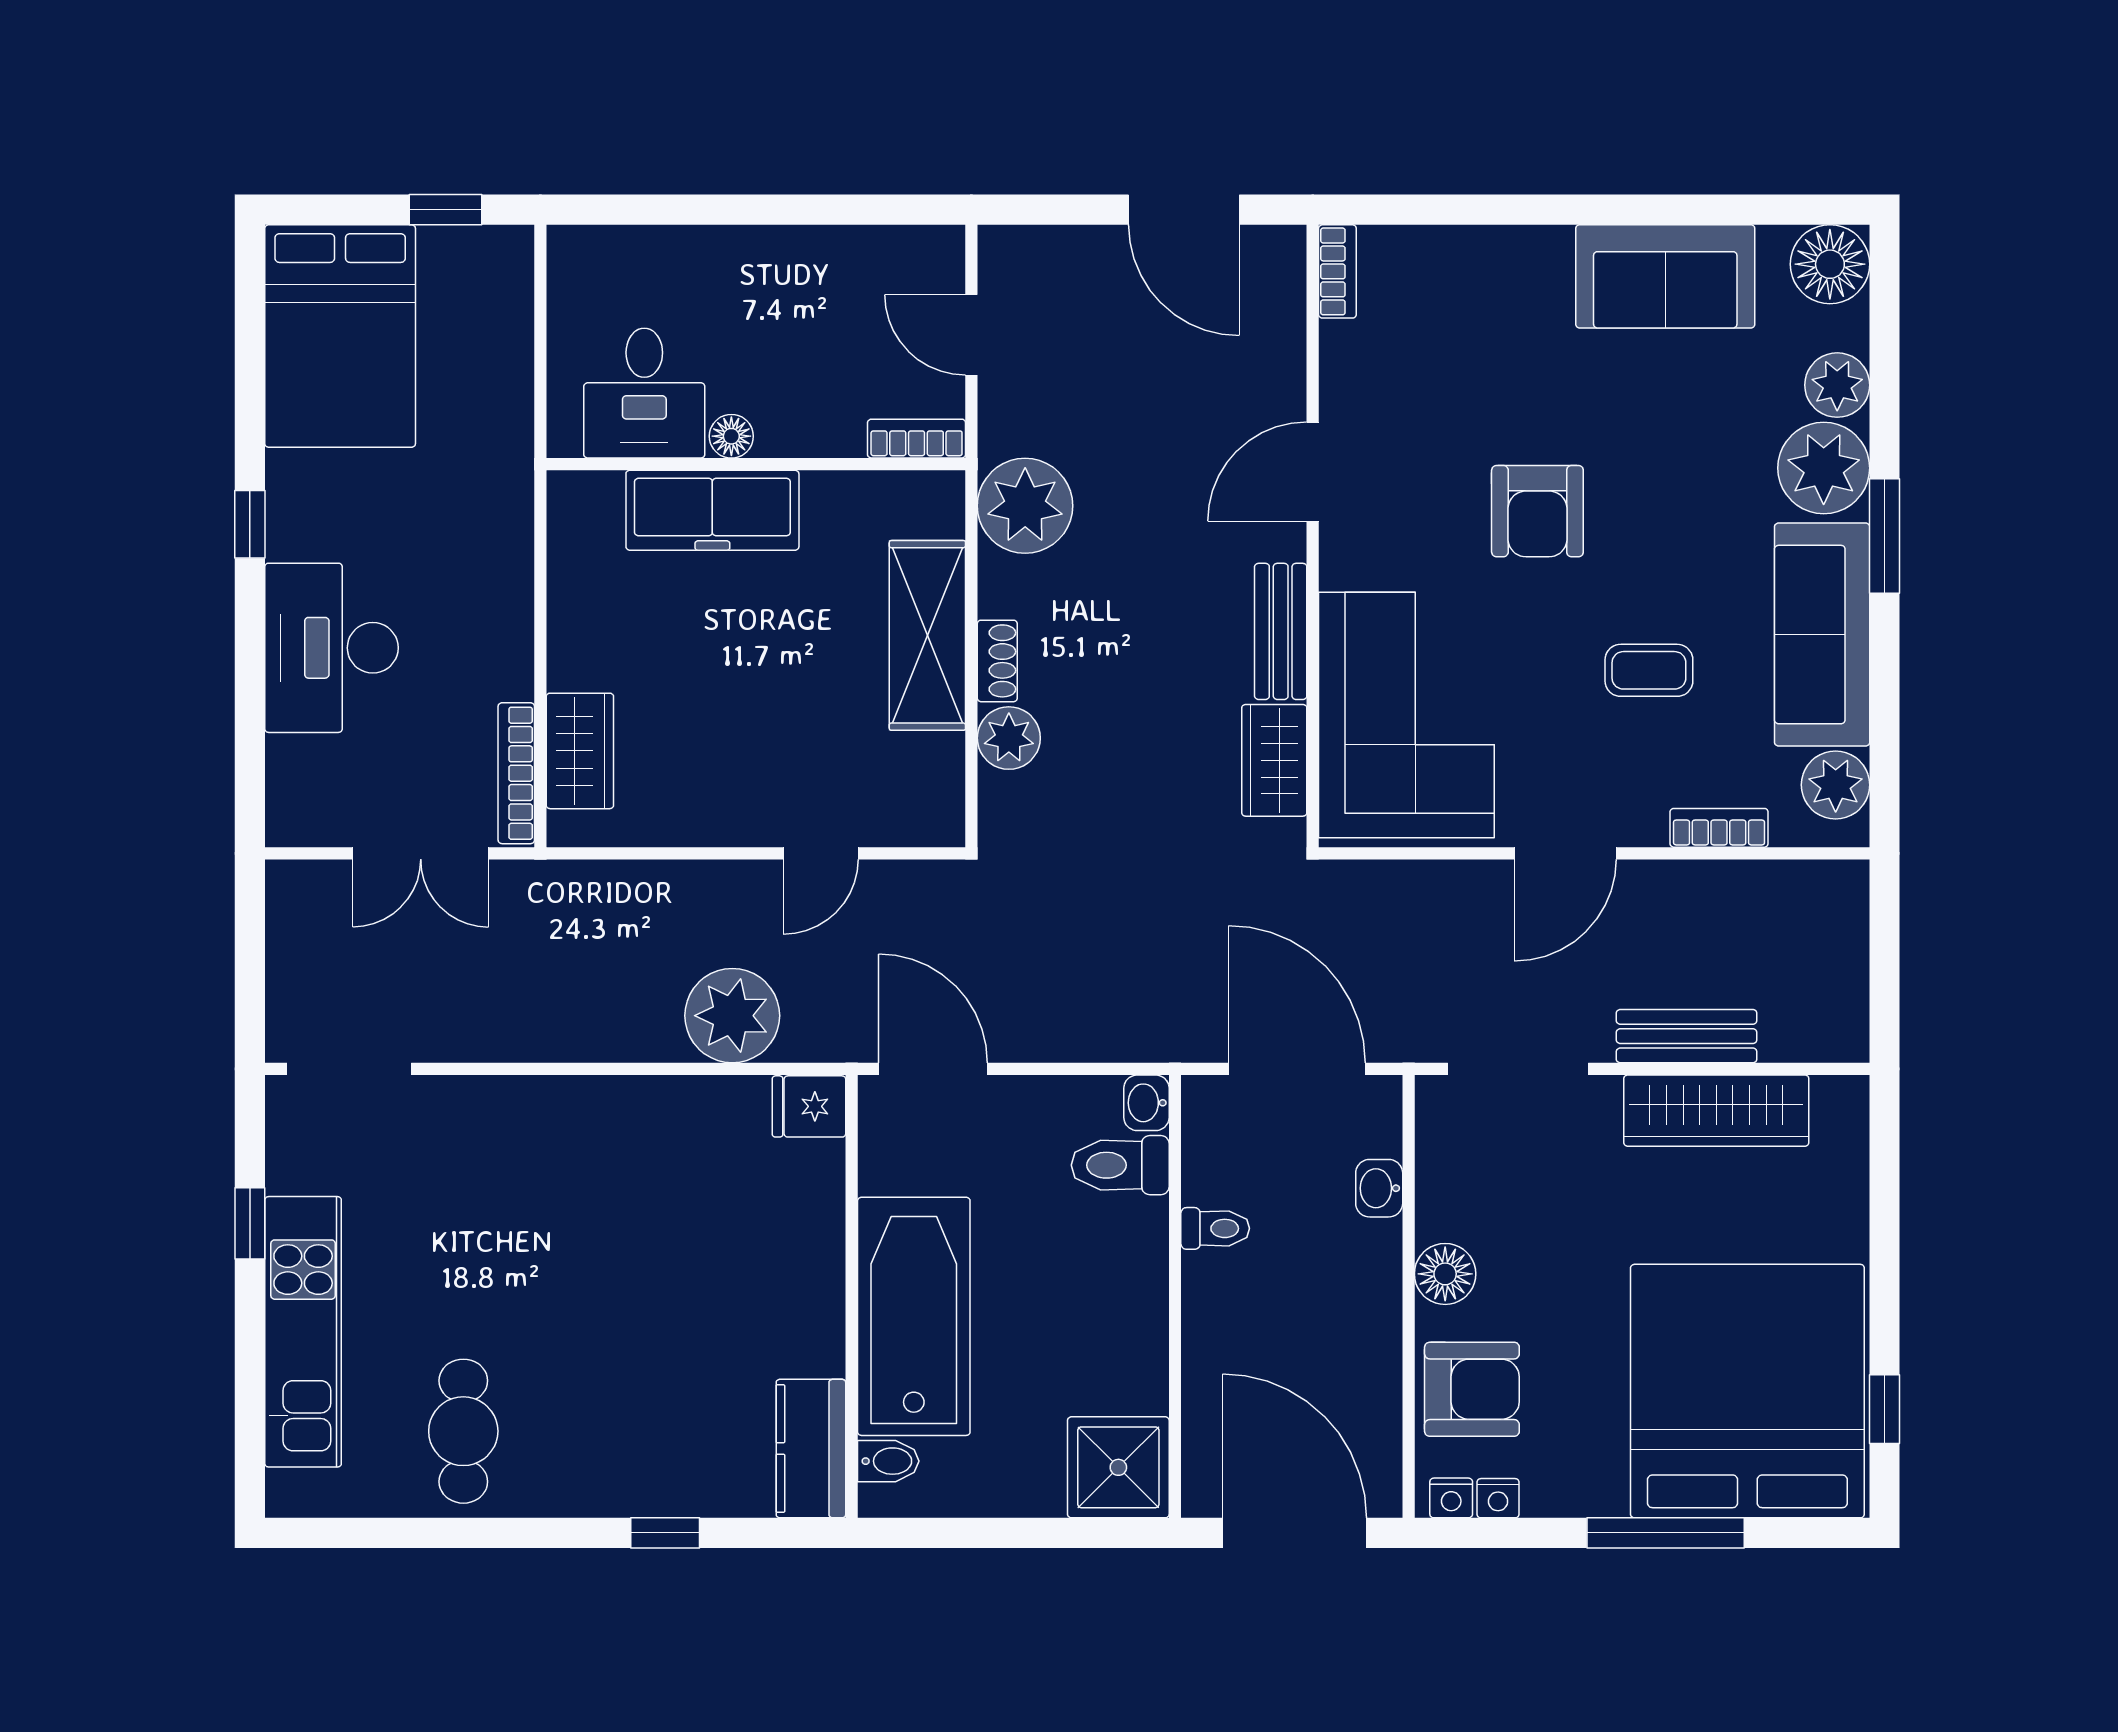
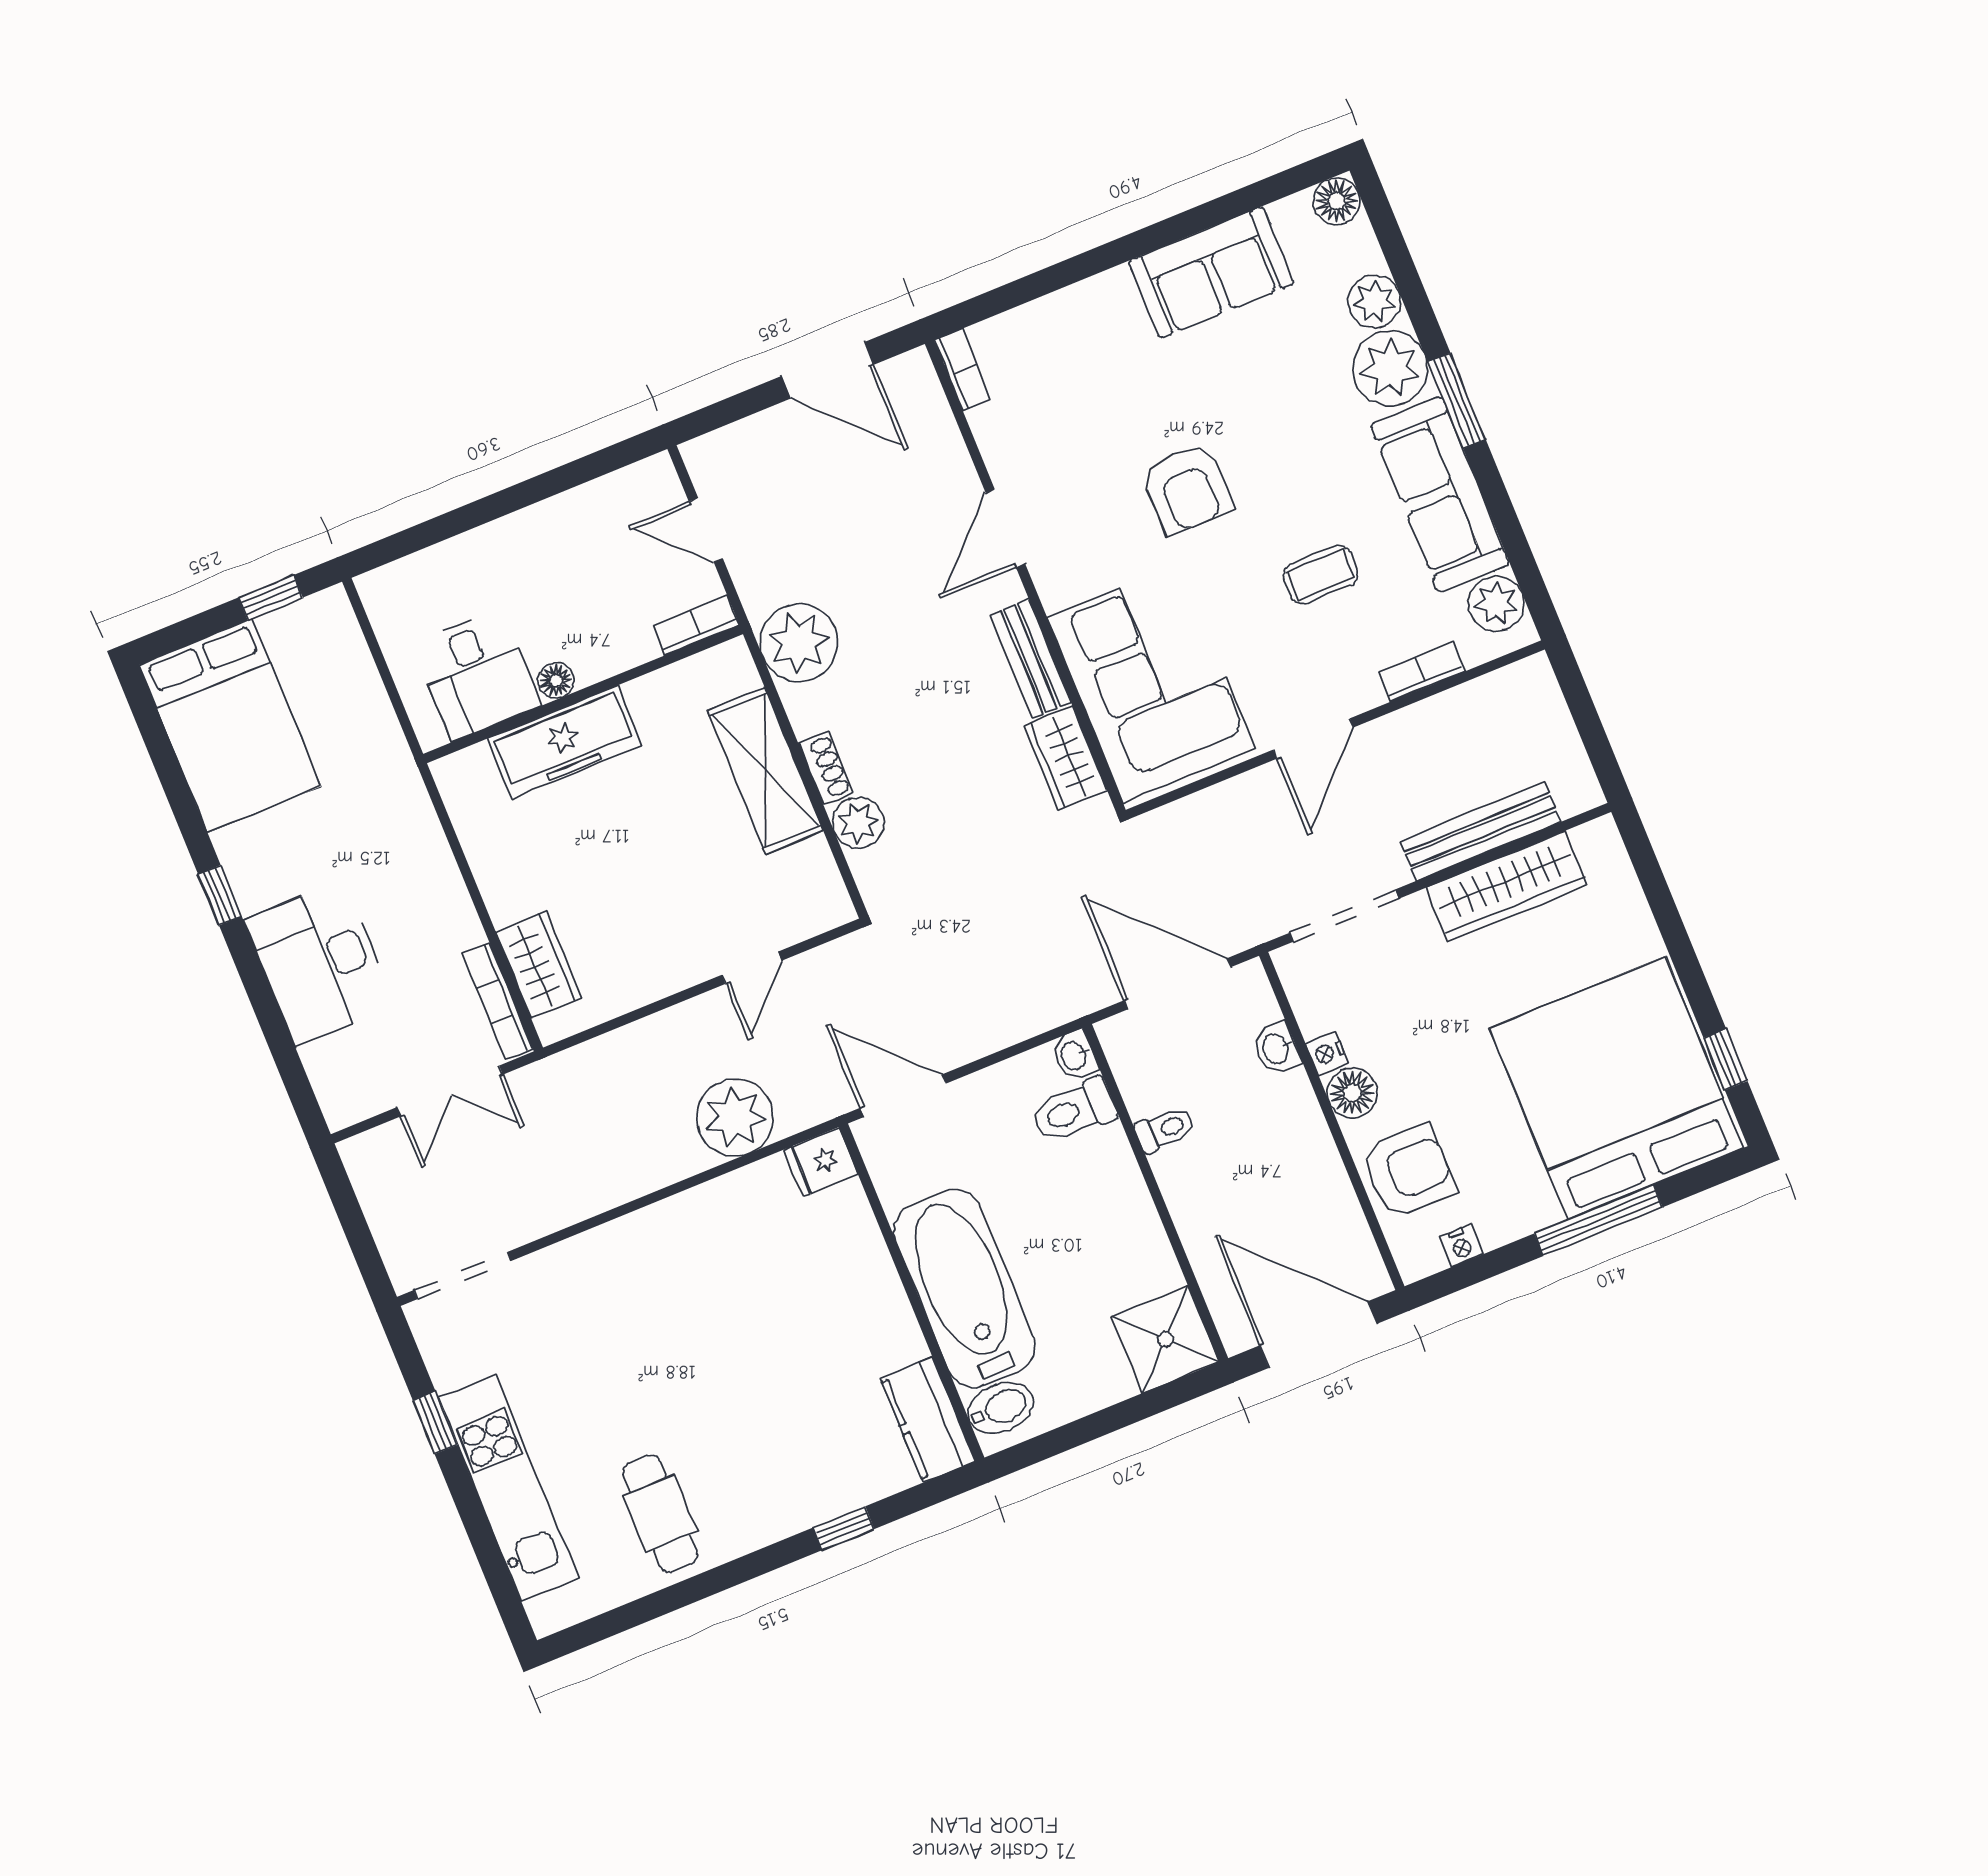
floor lamp: (1830, 264) -> (1337, 201), width x0.73, depth x0.73
bench: (1687, 1036) -> (1481, 831), width x1.36
bidet: (888, 1461) -> (1001, 1408), width x1.38, depth x1.36
nightstand: (1451, 1498) -> (1327, 1053), moved, turned 90

